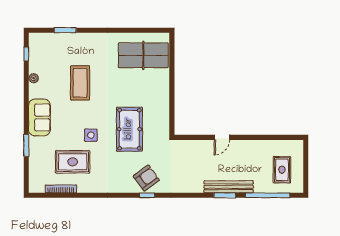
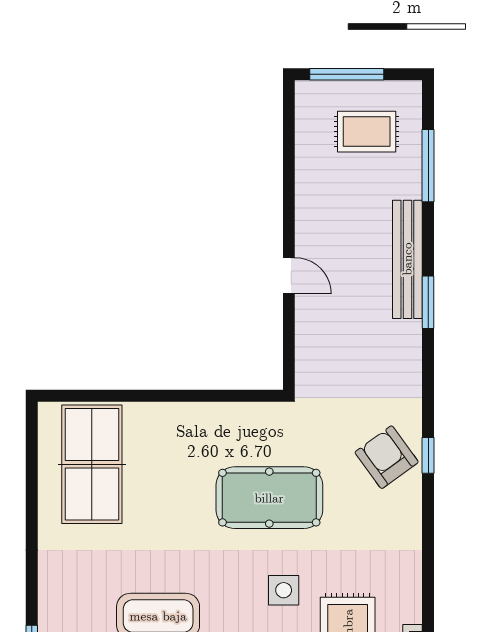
window: (306, 161) -> (347, 74), added
window: (225, 195) -> (428, 302), moved
window: (268, 195) -> (428, 166), width x0.68

